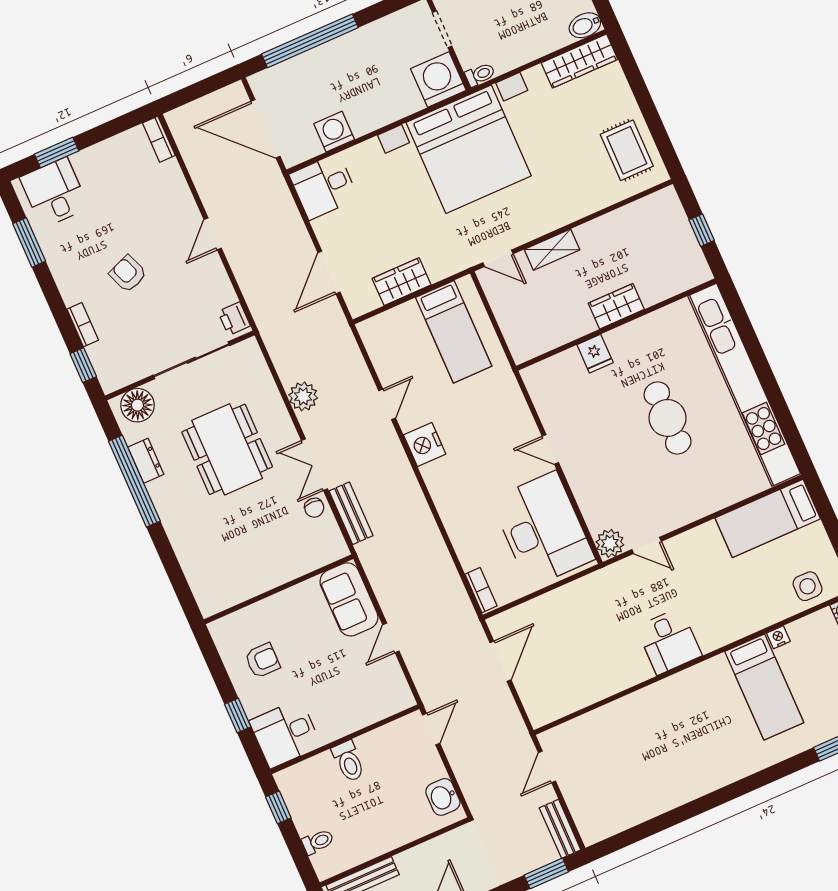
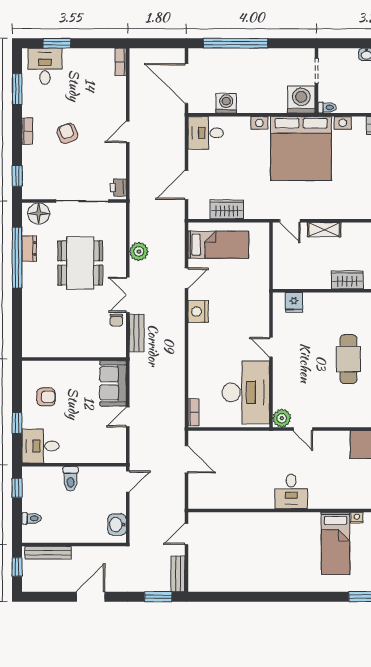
bookcase: (83, 325) -> (27, 131), moved
bed: (454, 332) -> (218, 245), moved, turned -90
fridge: (595, 354) -> (294, 302), moved
door: (500, 661) -> (186, 459), hinge flipped

